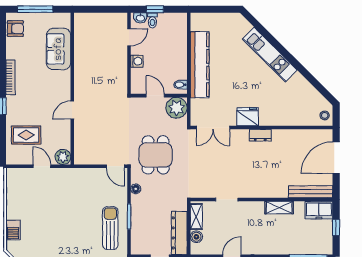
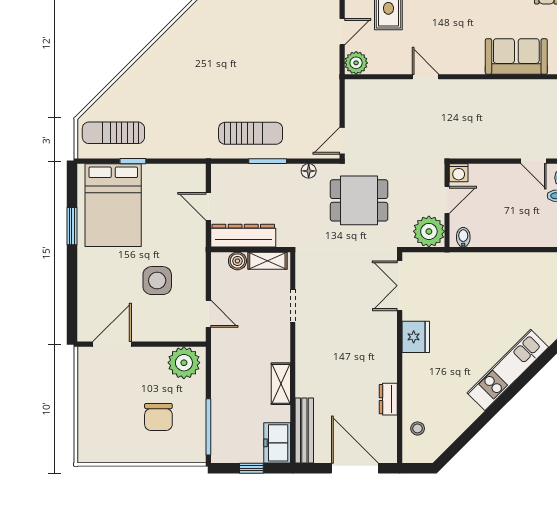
washing machine: (137, 61) -> (459, 173), moved
kitchen counter: (200, 65) -> (493, 266), removed
stool: (325, 115) -> (418, 428), moved
dresser: (260, 135) -> (388, 399), moved

